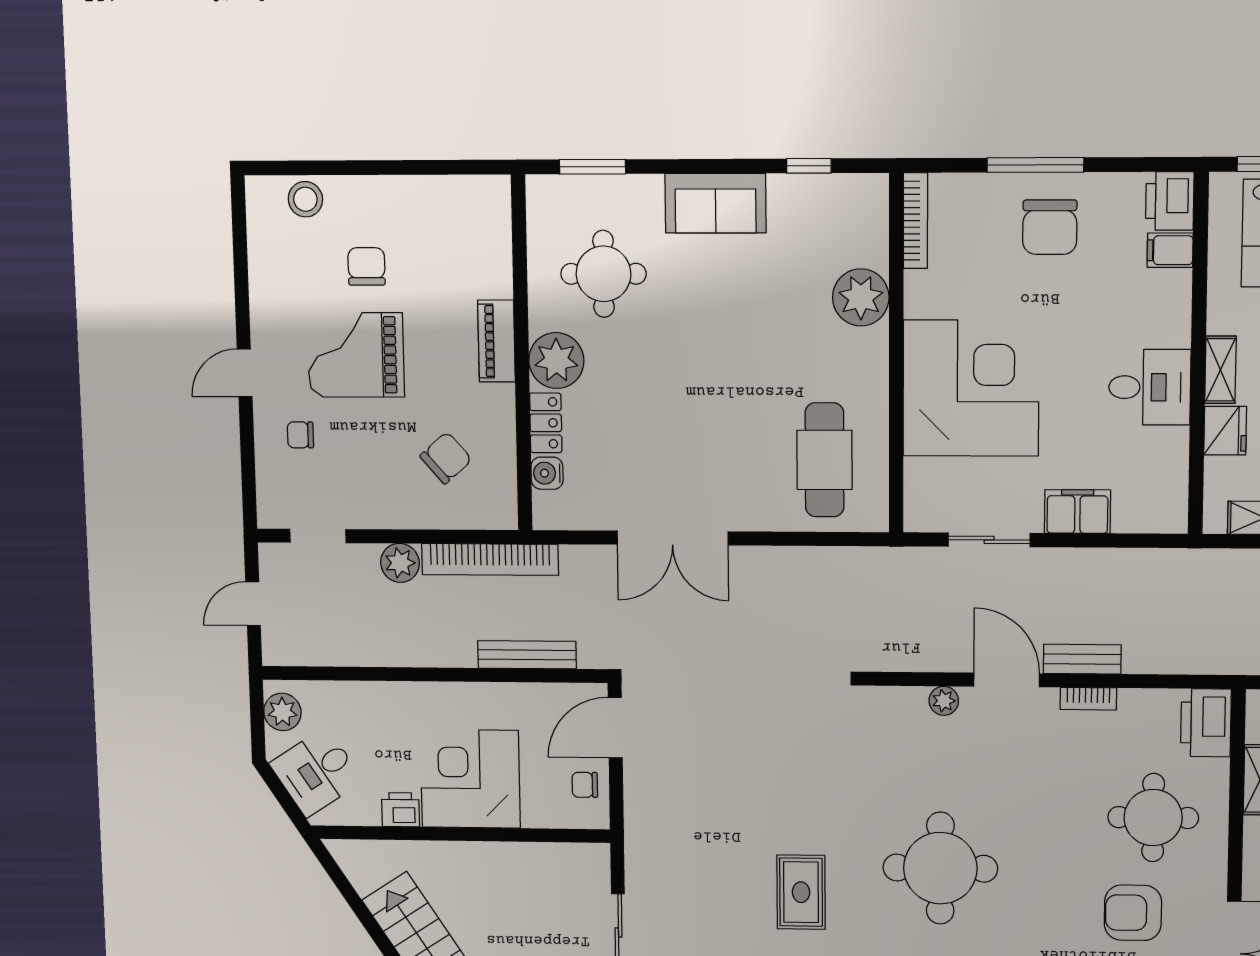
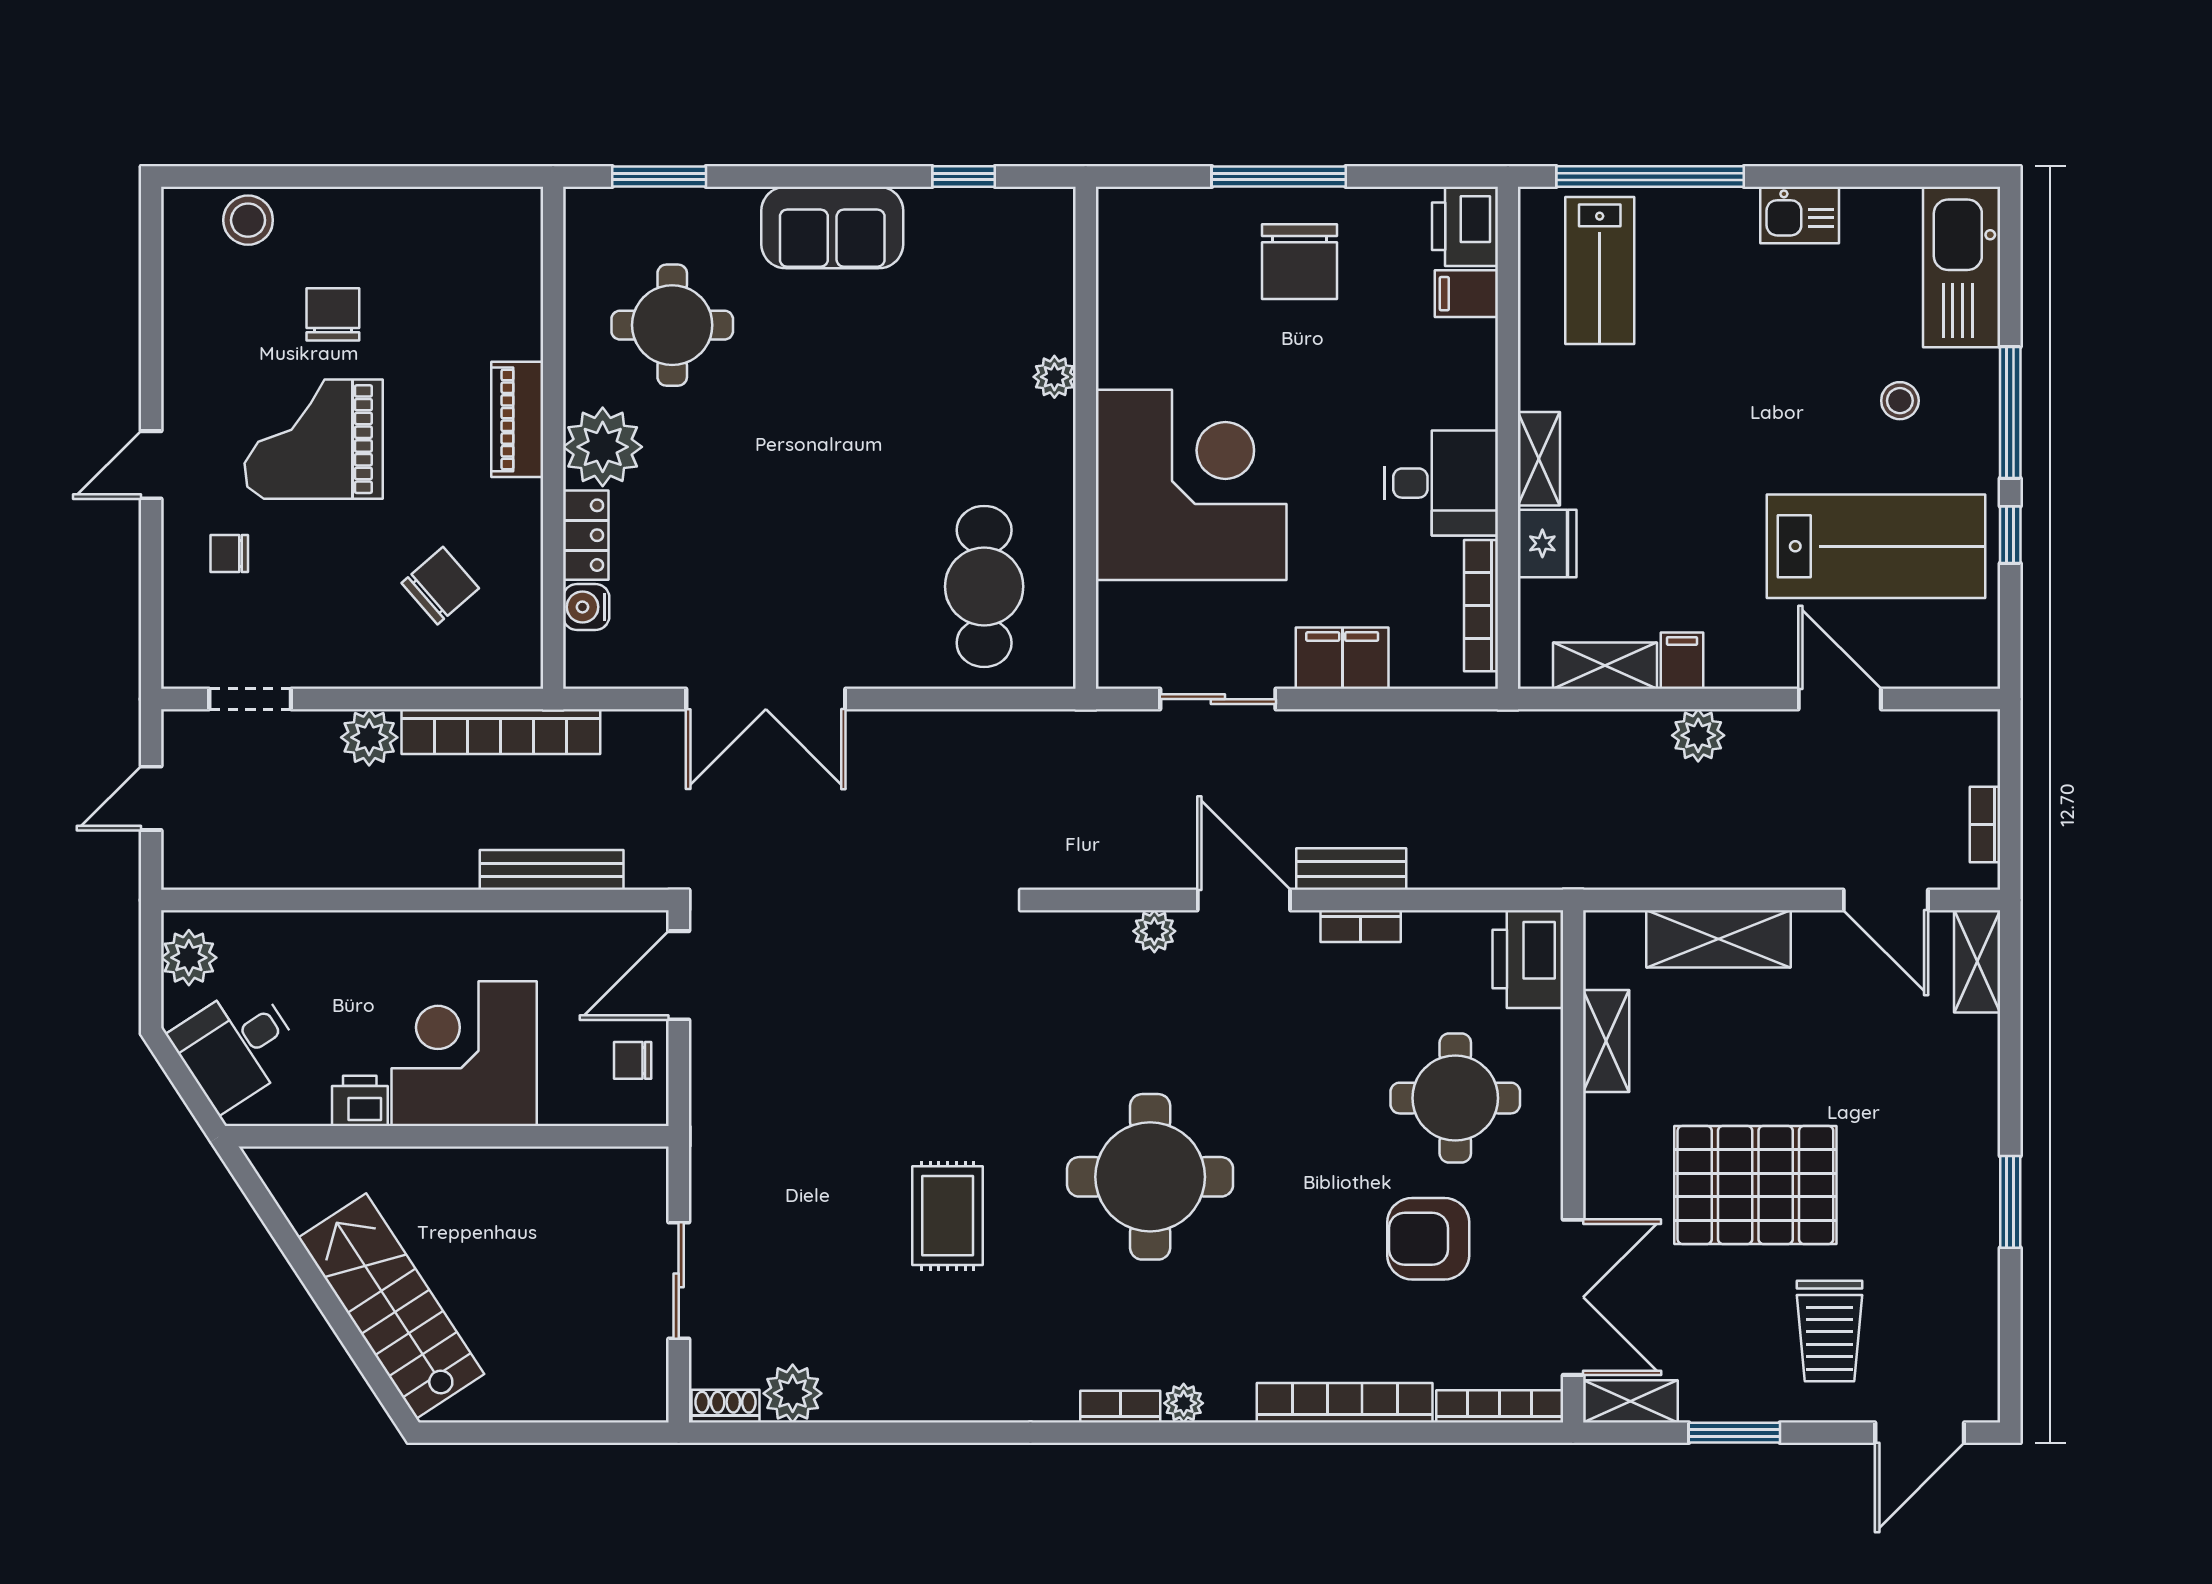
bookcase: (916, 221) -> (1481, 606), moved, turned 180
plant: (861, 297) -> (1054, 377), width x0.53, depth x0.53

